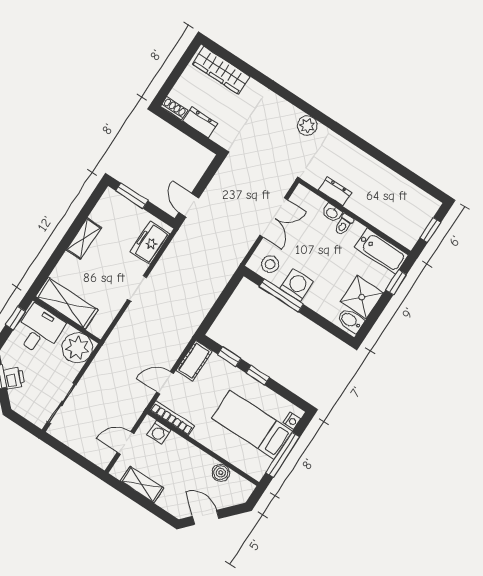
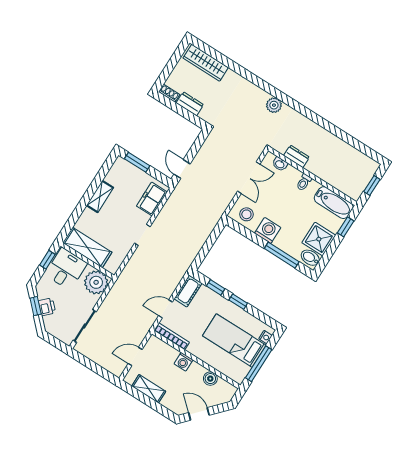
washbasin: (332, 213) -> (280, 164), moved
window: (281, 295) -> (282, 255), moved
washing machine: (159, 432) -> (184, 362), moved

